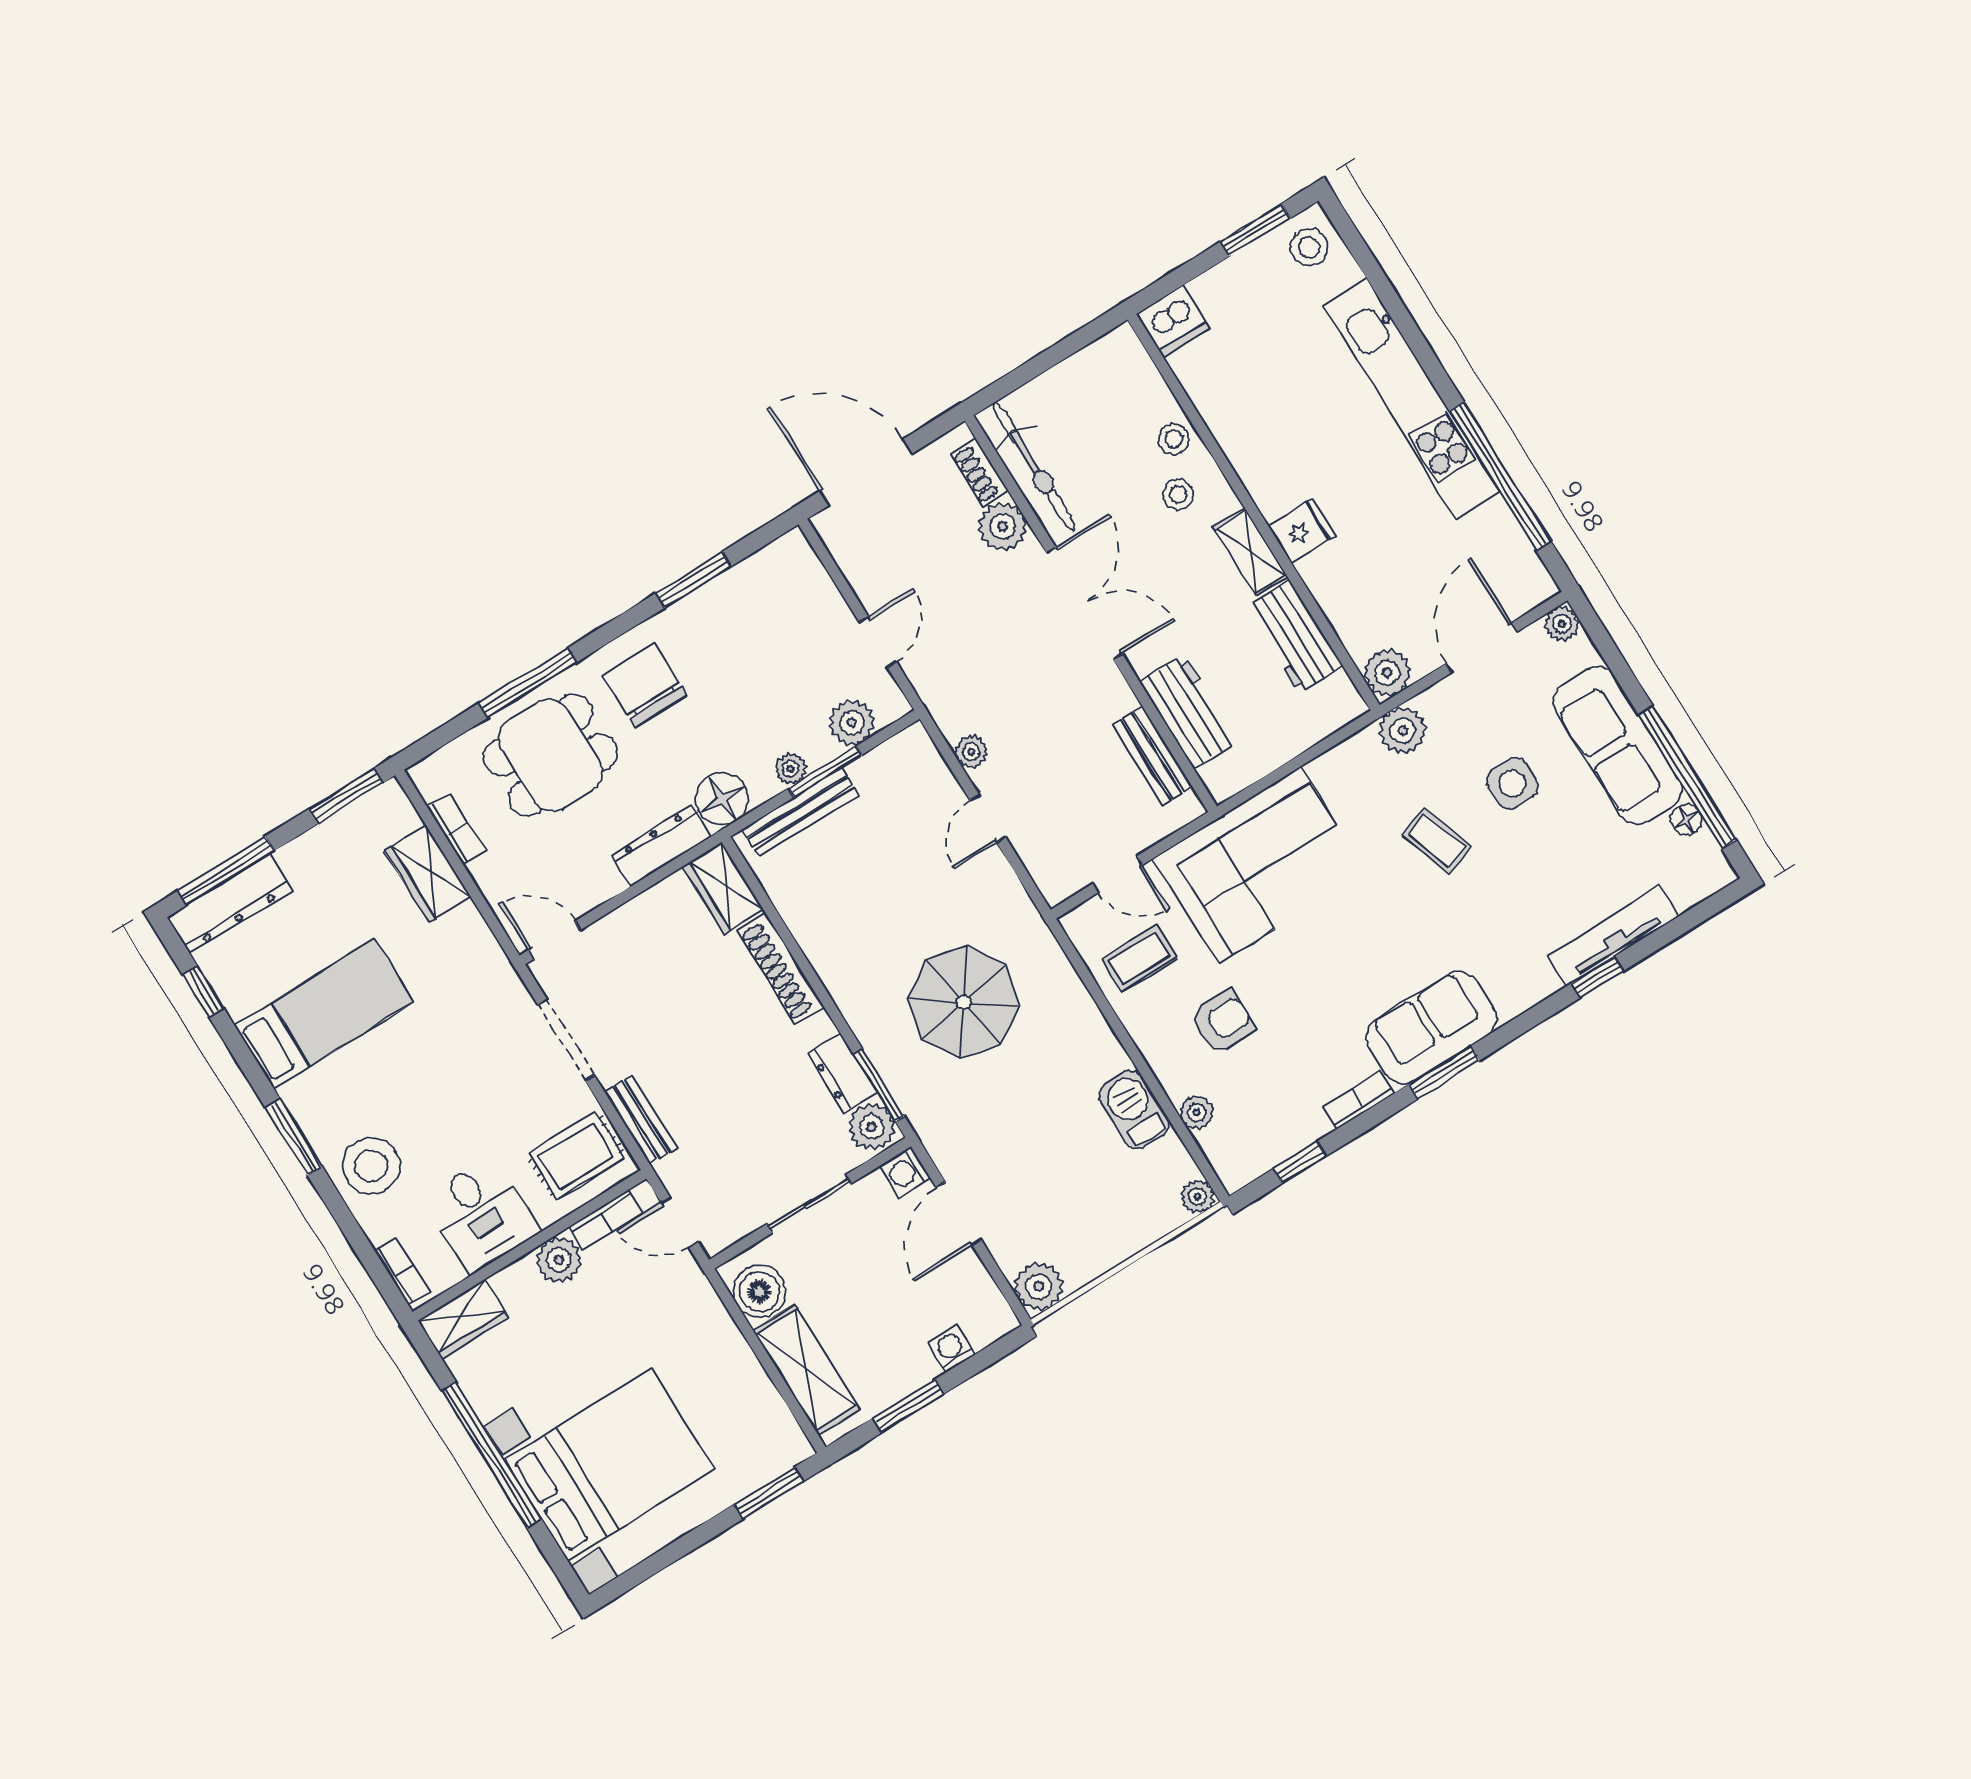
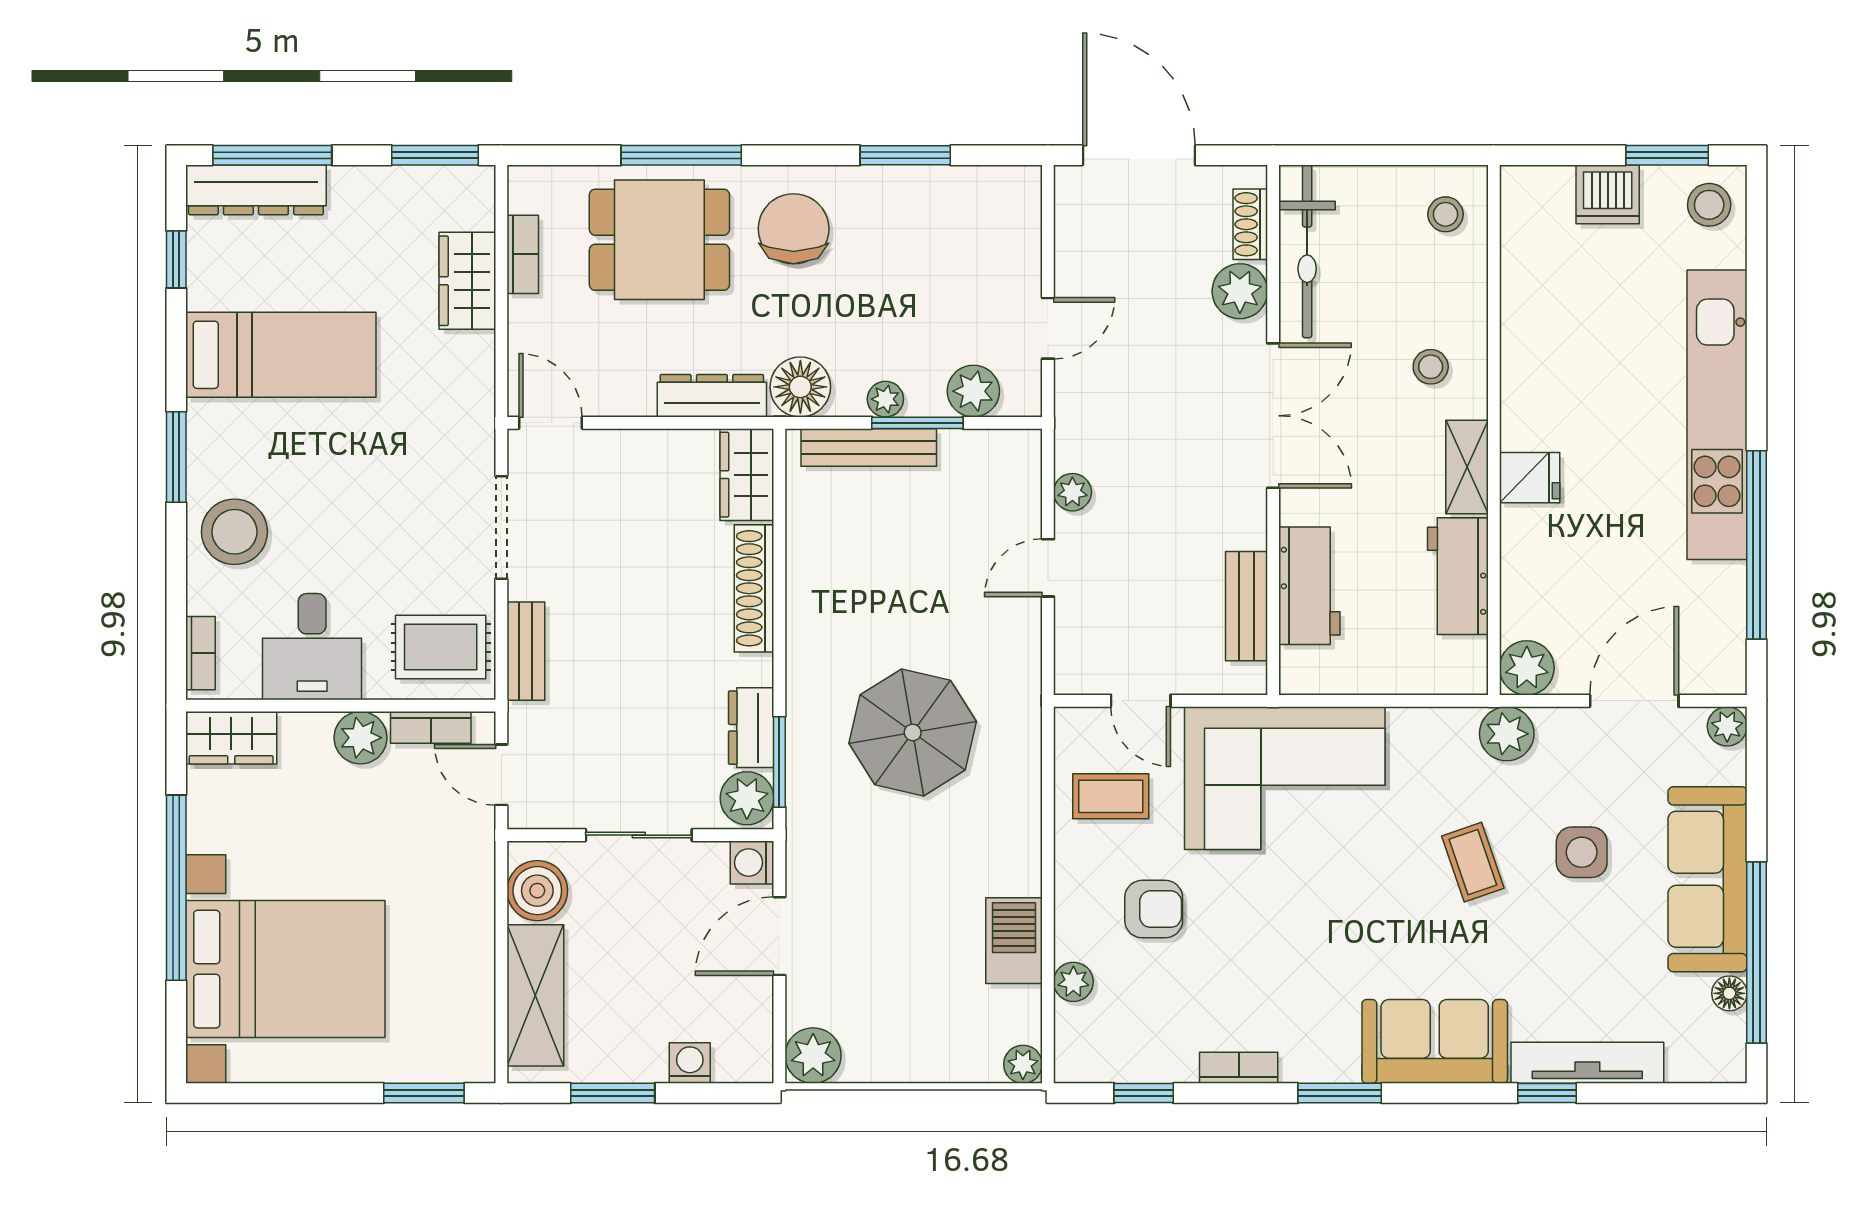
dishwasher: (1173, 321) -> (1608, 194), moved
stool: (1174, 439) -> (1446, 214), moved
sofa: (1431, 1028) -> (1435, 1041), moved

